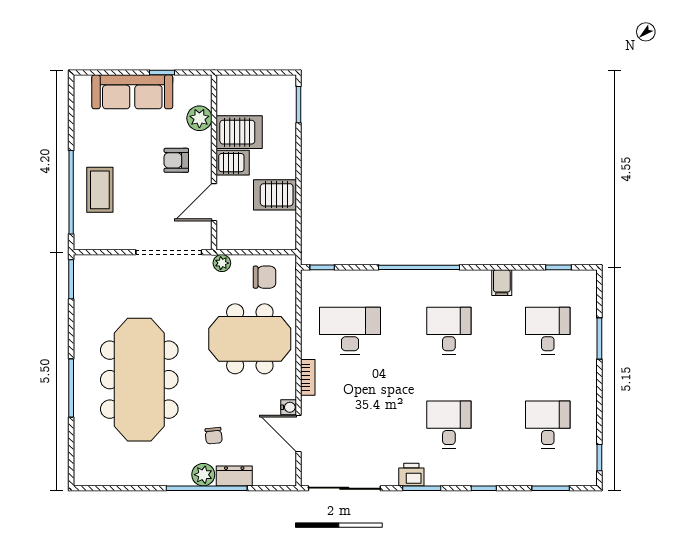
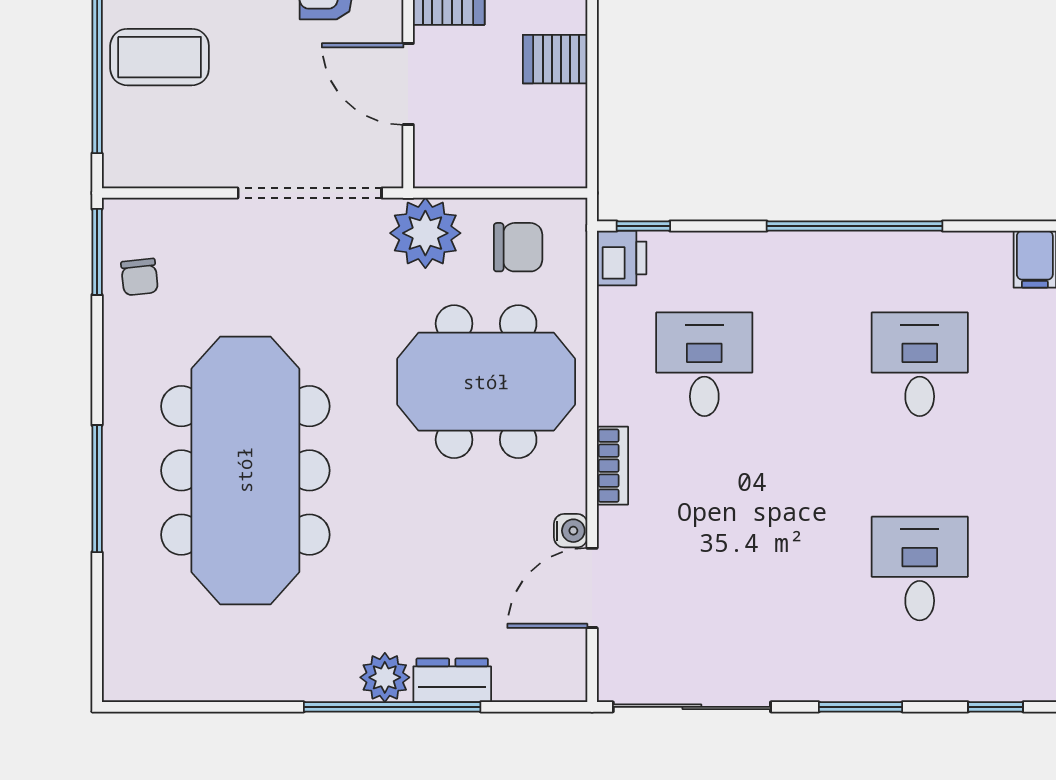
coffee table: (100, 190) -> (160, 57), turned 90
server rack: (275, 195) -> (555, 59), width x0.73, depth x0.70
door: (214, 202) -> (408, 84), hinge flipped
plant: (222, 263) -> (425, 233), width x1.87, depth x1.87
desk: (350, 331) -> (704, 364), width x0.73
door: (298, 434) -> (592, 588), hinge flipped
chair: (214, 436) -> (139, 277), moved
printer: (411, 475) -> (622, 258), moved, turned 90

